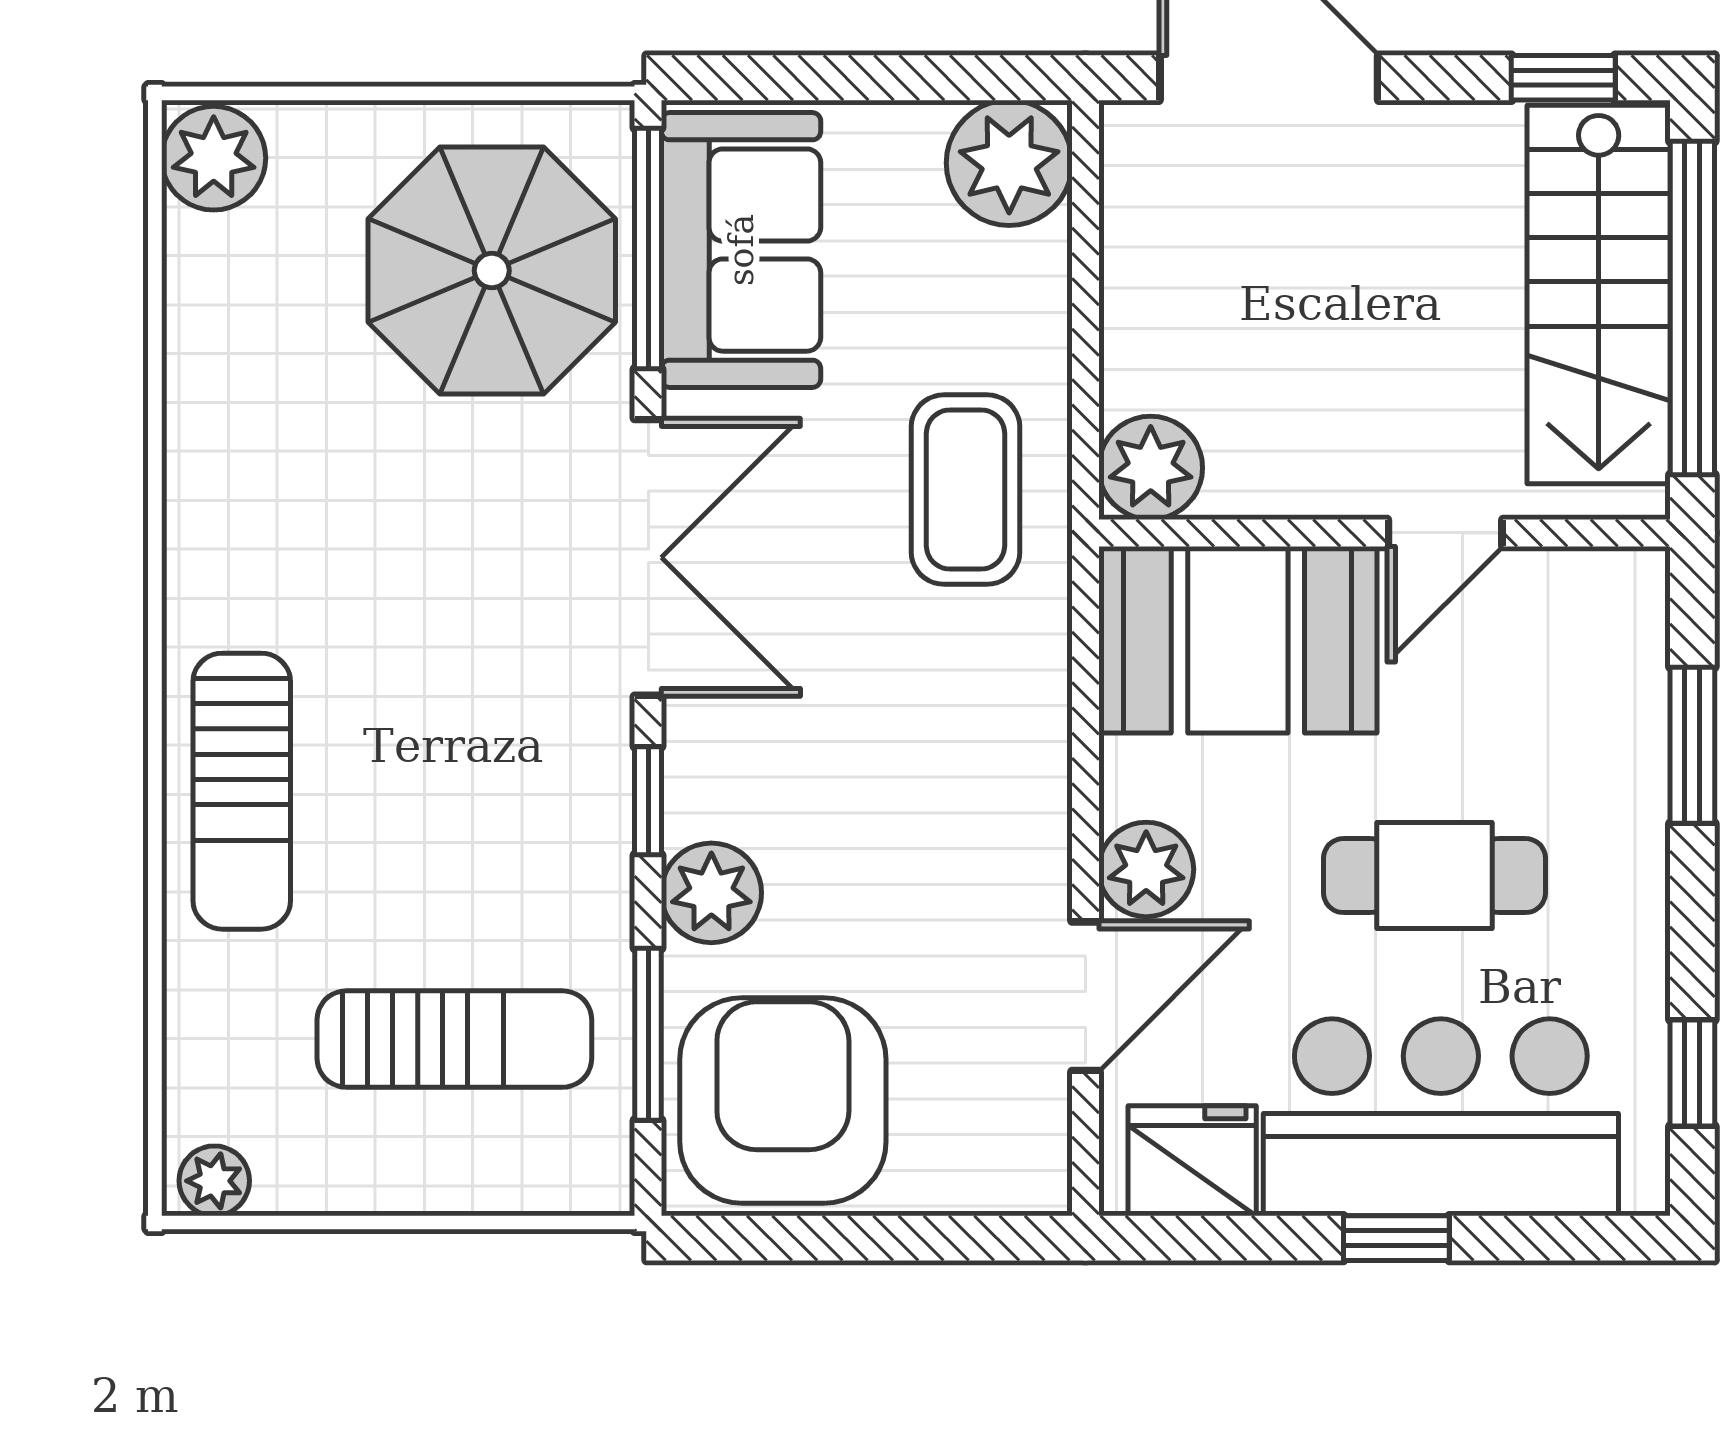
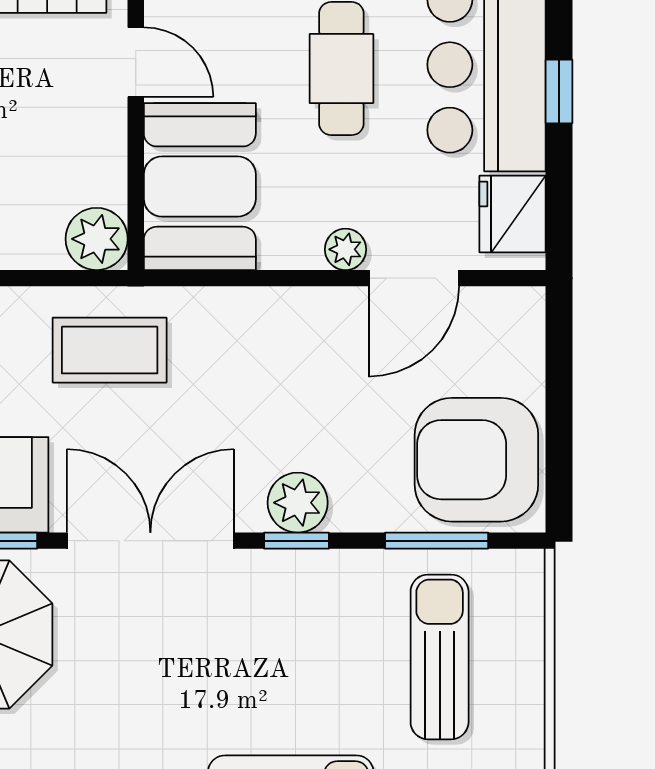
plant: (1146, 869) -> (345, 249), width x0.73, depth x0.73
plant: (711, 893) -> (298, 503), moved
door: (1085, 996) -> (414, 278), swing flipped

